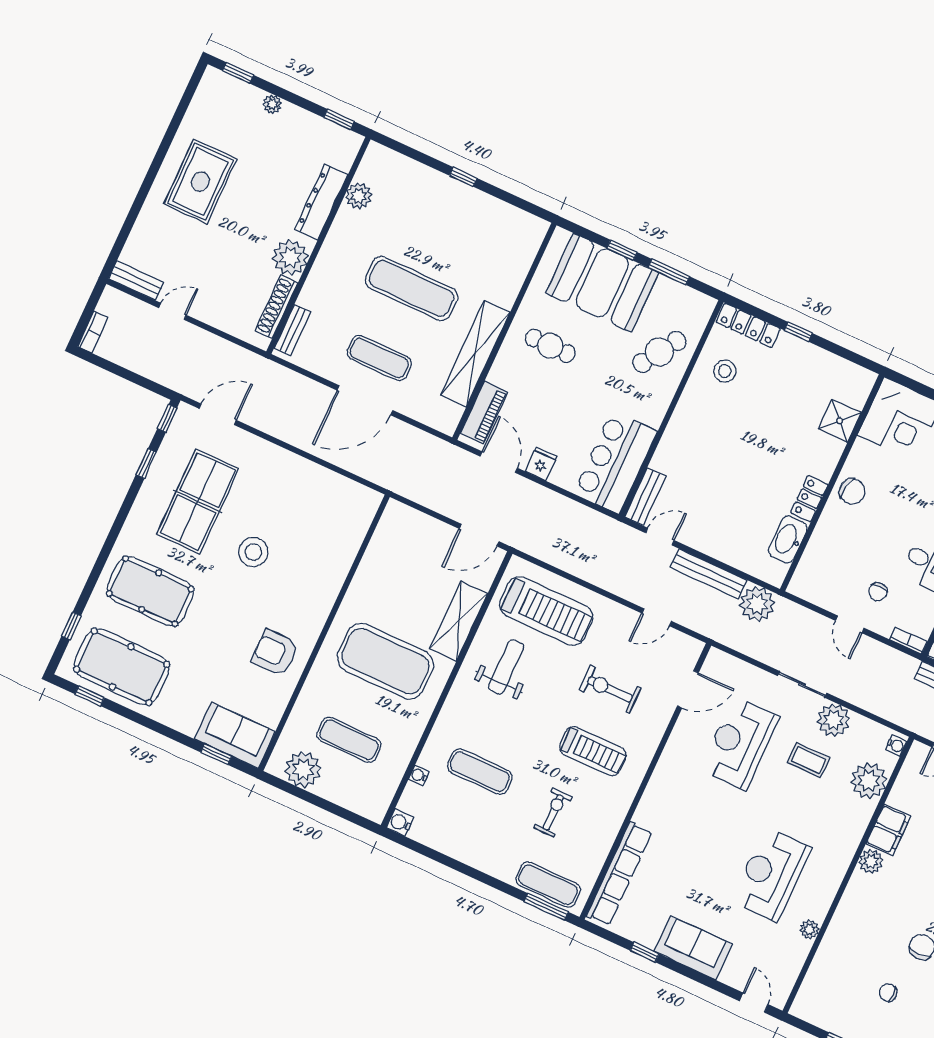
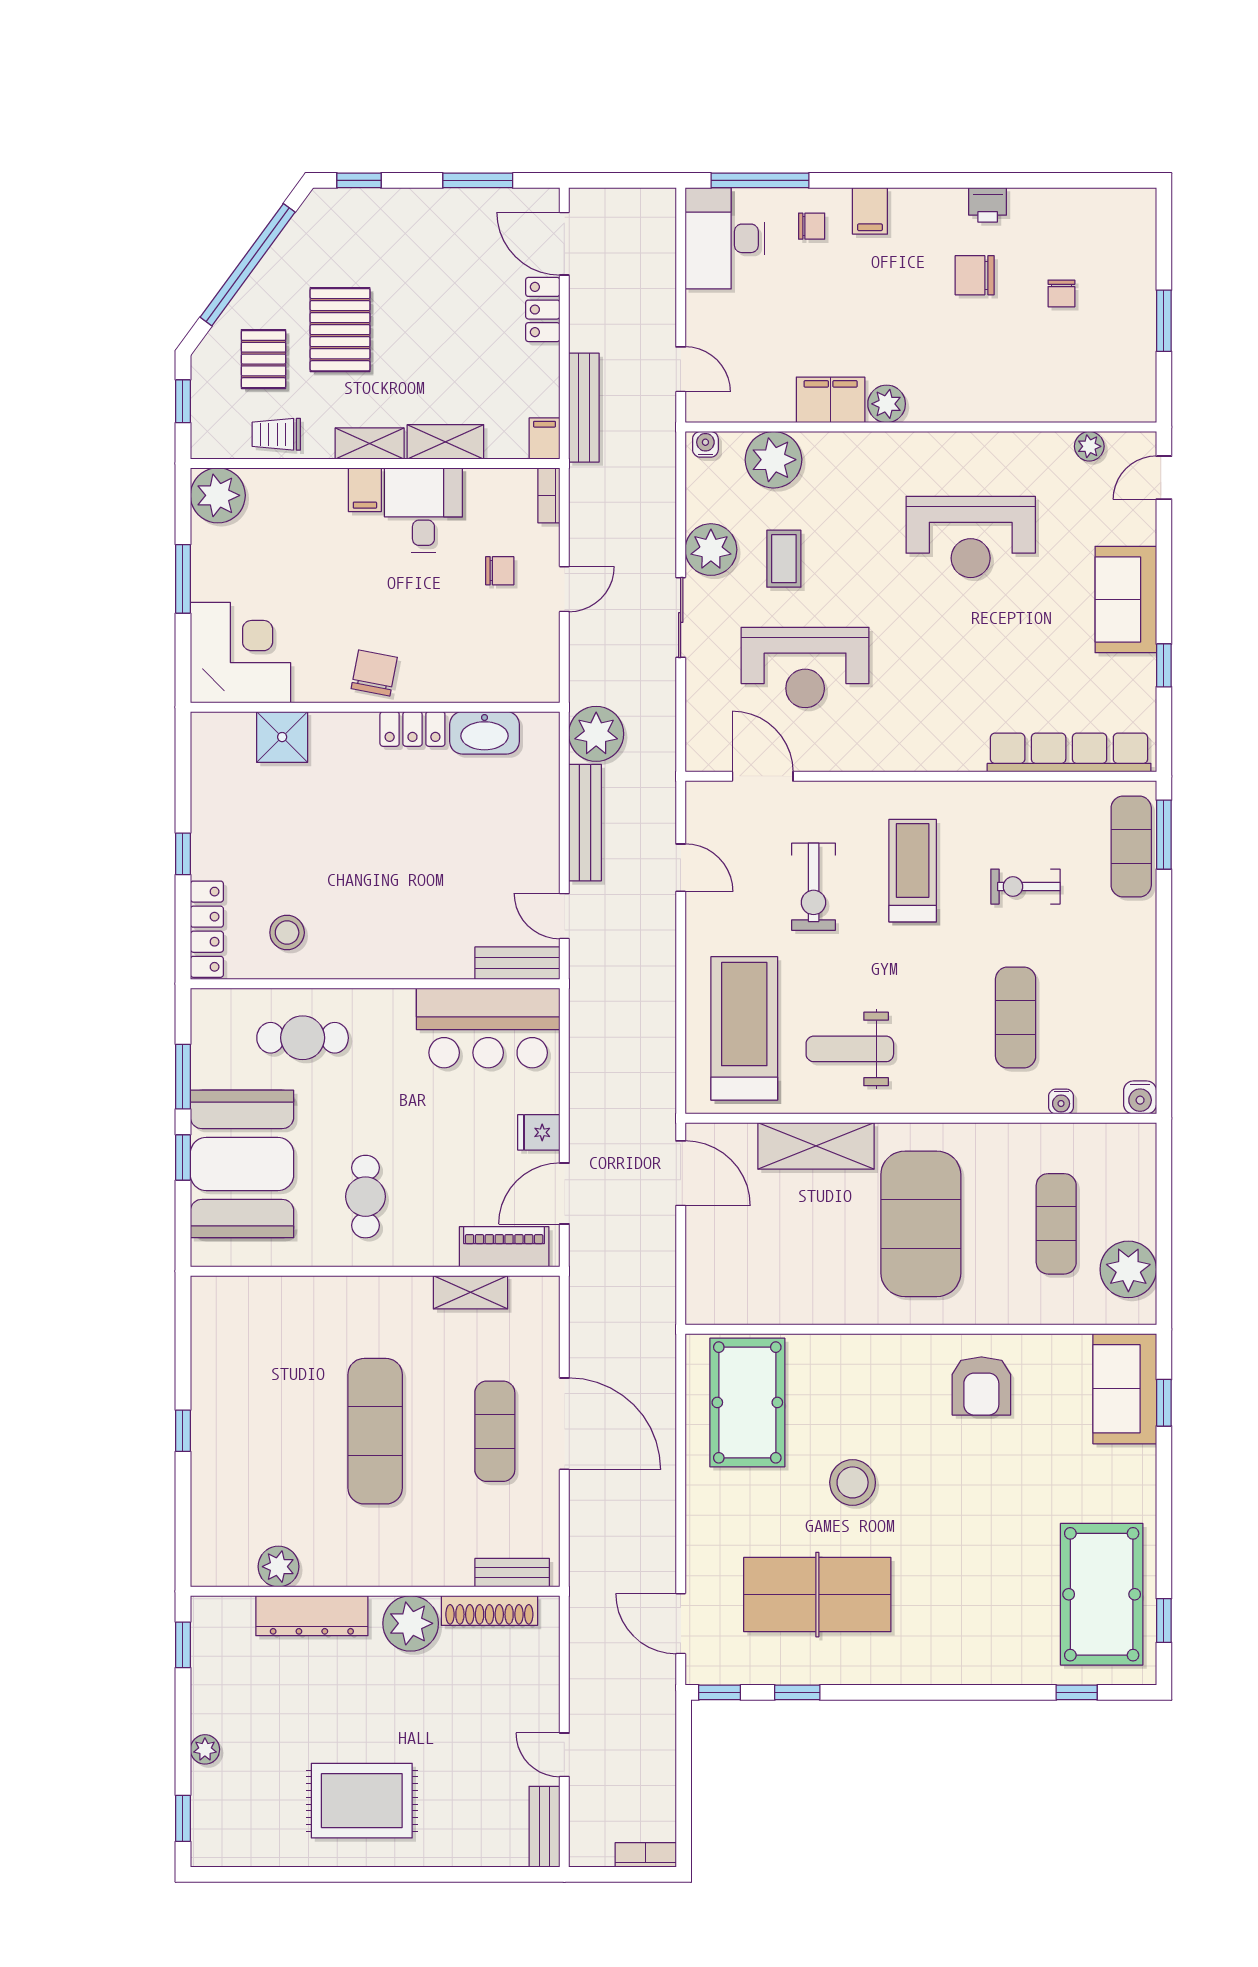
cafe table: (659, 352) -> (303, 1038), turned -33
shelving: (475, 354) -> (471, 1292), width x0.45, depth x0.75
pool table: (150, 591) -> (747, 1402), moved
plant: (810, 930) -> (1089, 446), moved

